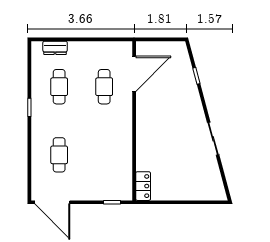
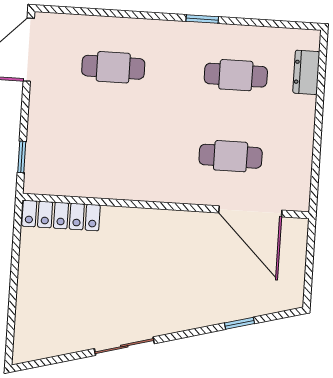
locker: (143, 186) -> (61, 216), width x1.53

